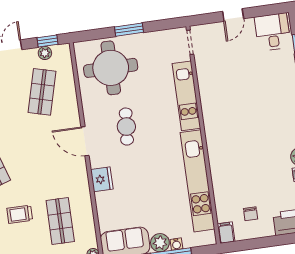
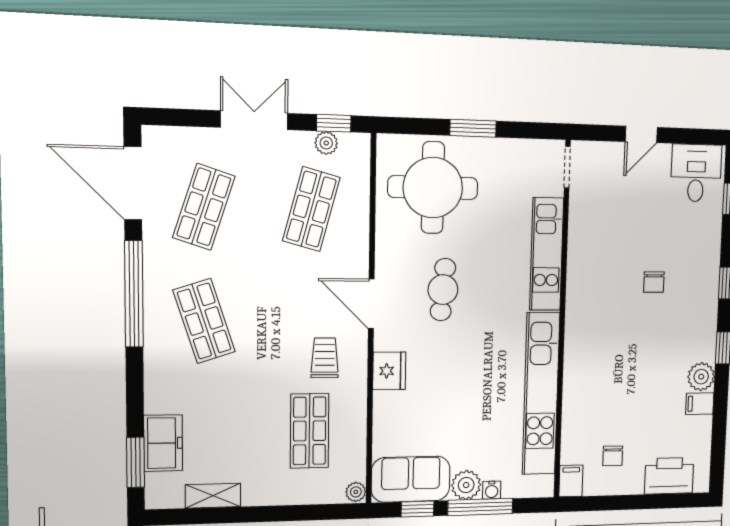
chair: (258, 102) -> (654, 282), added
trolley: (20, 214) -> (325, 358), moved, turned 90

